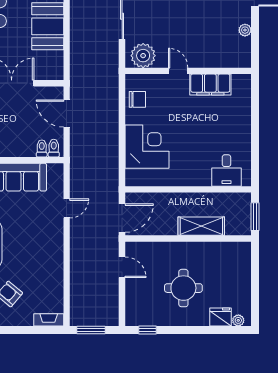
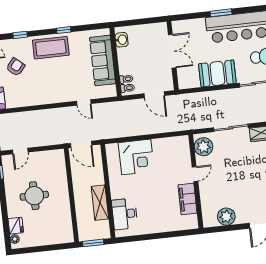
plant: (245, 30) -> (226, 217), width x1.87, depth x1.87
chair: (137, 99) -> (170, 146), removed
door: (67, 114) -> (154, 95), swing flipped
desk: (226, 170) -> (125, 214), width x1.37
shelving: (201, 226) -> (100, 203), moved
door: (122, 267) -> (20, 151), moved

